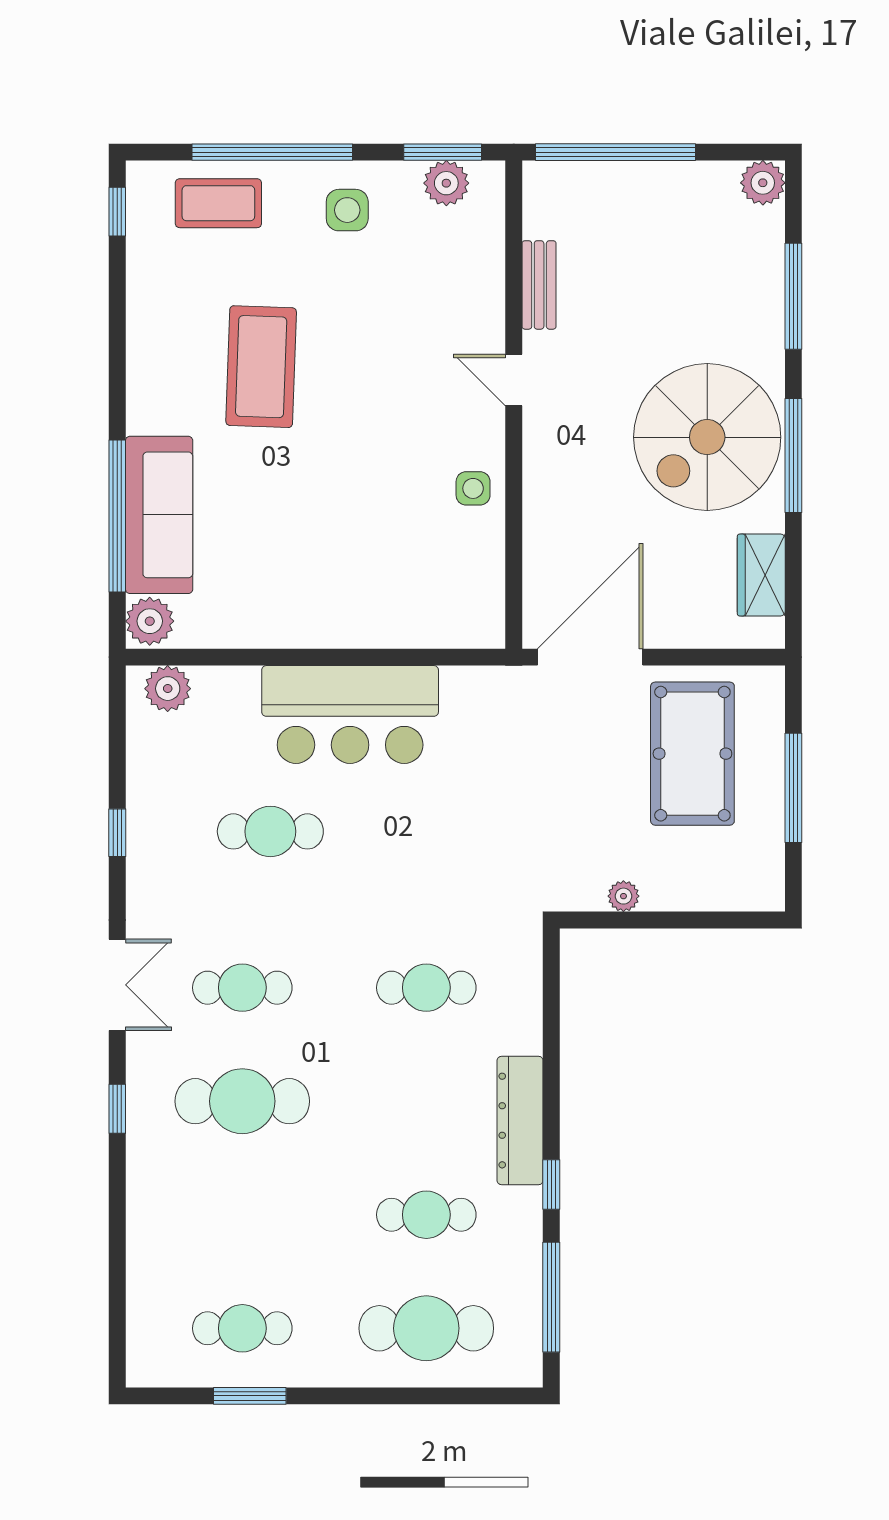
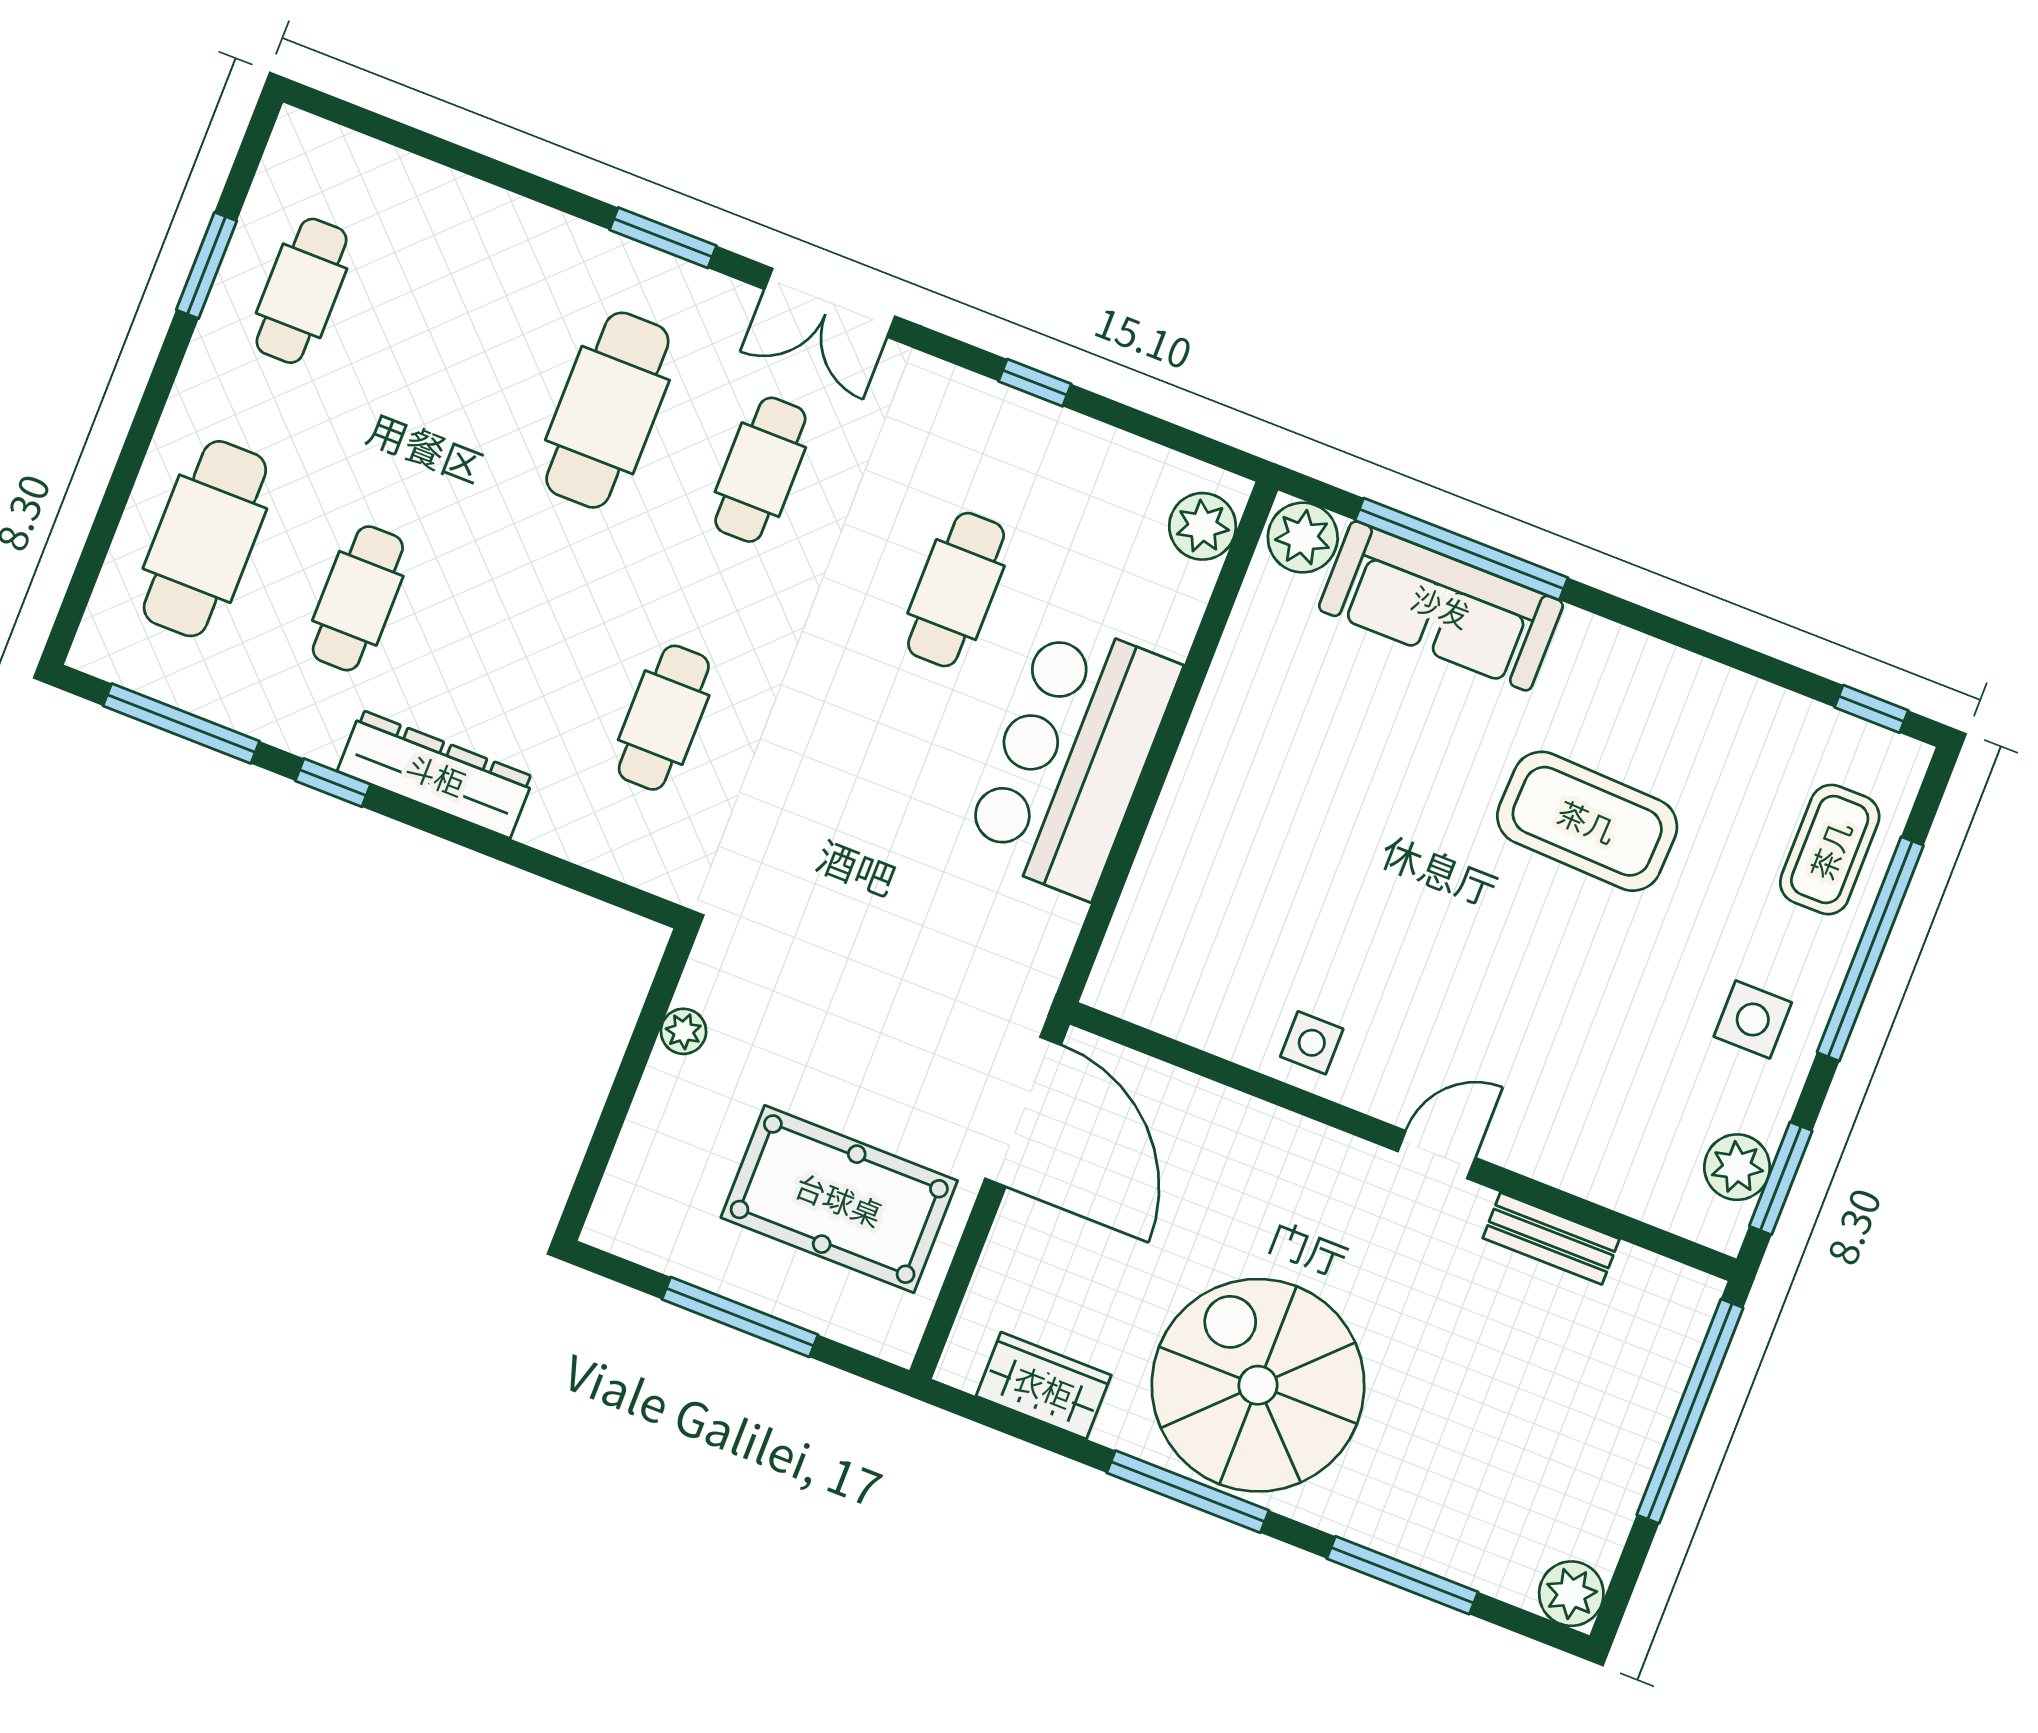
window: (117, 1109) -> (663, 238), width x1.50

